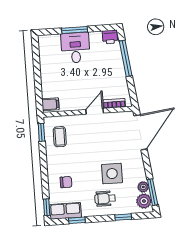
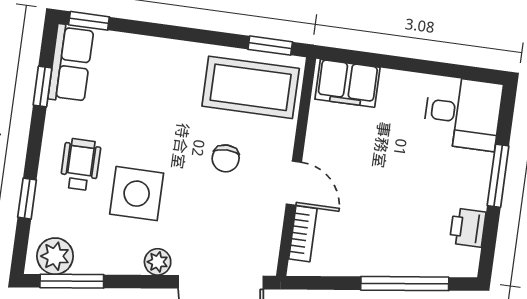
printer: (110, 37) -> (468, 228), moved
desk: (75, 48) -> (463, 113), moved
filing cabinet: (50, 104) -> (347, 83), width x2.00
coffee table: (60, 137) -> (251, 87), width x1.86, depth x1.72
chair: (66, 182) -> (226, 158), moved
plant: (143, 187) -> (158, 262), moved

